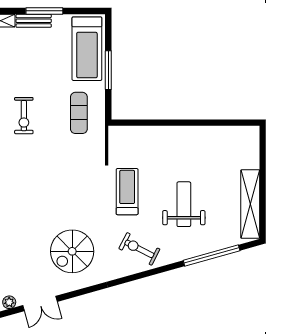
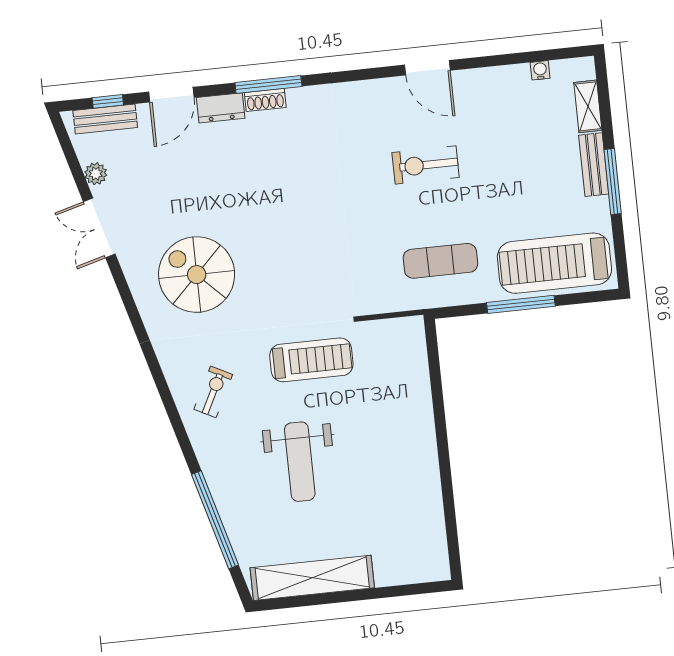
weight bench: (184, 204) -> (300, 462), turned 90
exercise bike: (139, 249) -> (213, 392), width x0.73, depth x0.72

